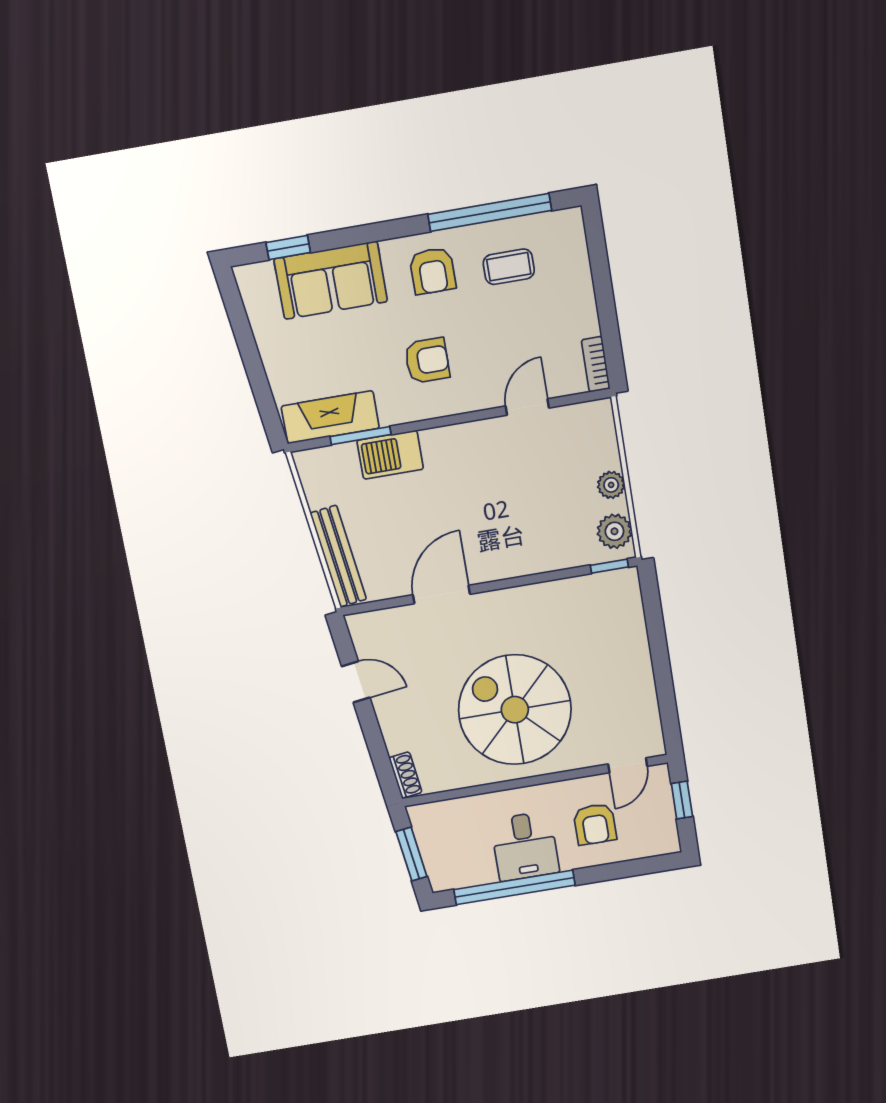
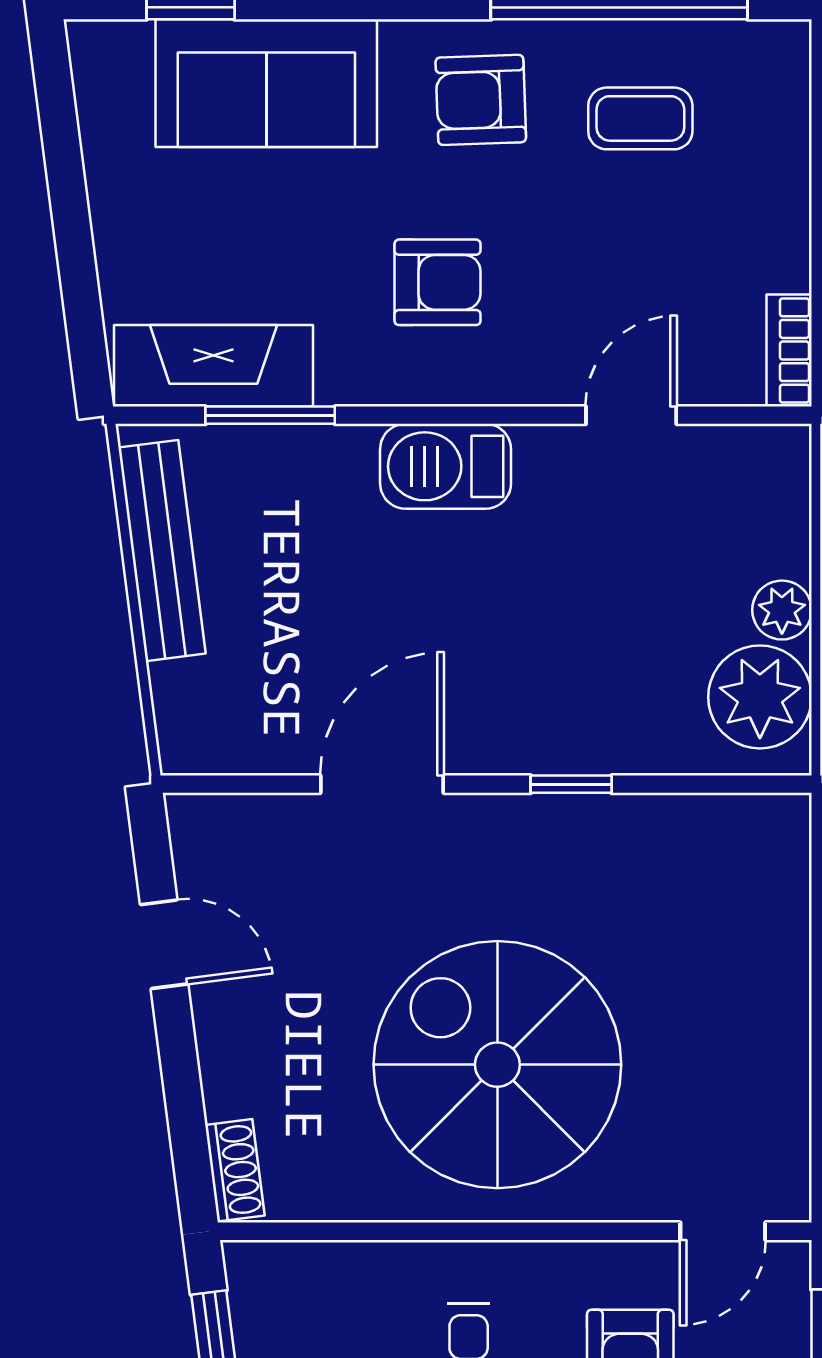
armchair: (432, 271) -> (481, 100), turned 88
barbecue: (390, 455) -> (446, 466), moved
plant: (614, 531) -> (760, 697), width x1.36, depth x1.36
bench: (338, 556) -> (162, 551), moved
window: (609, 566) -> (571, 784), moved

